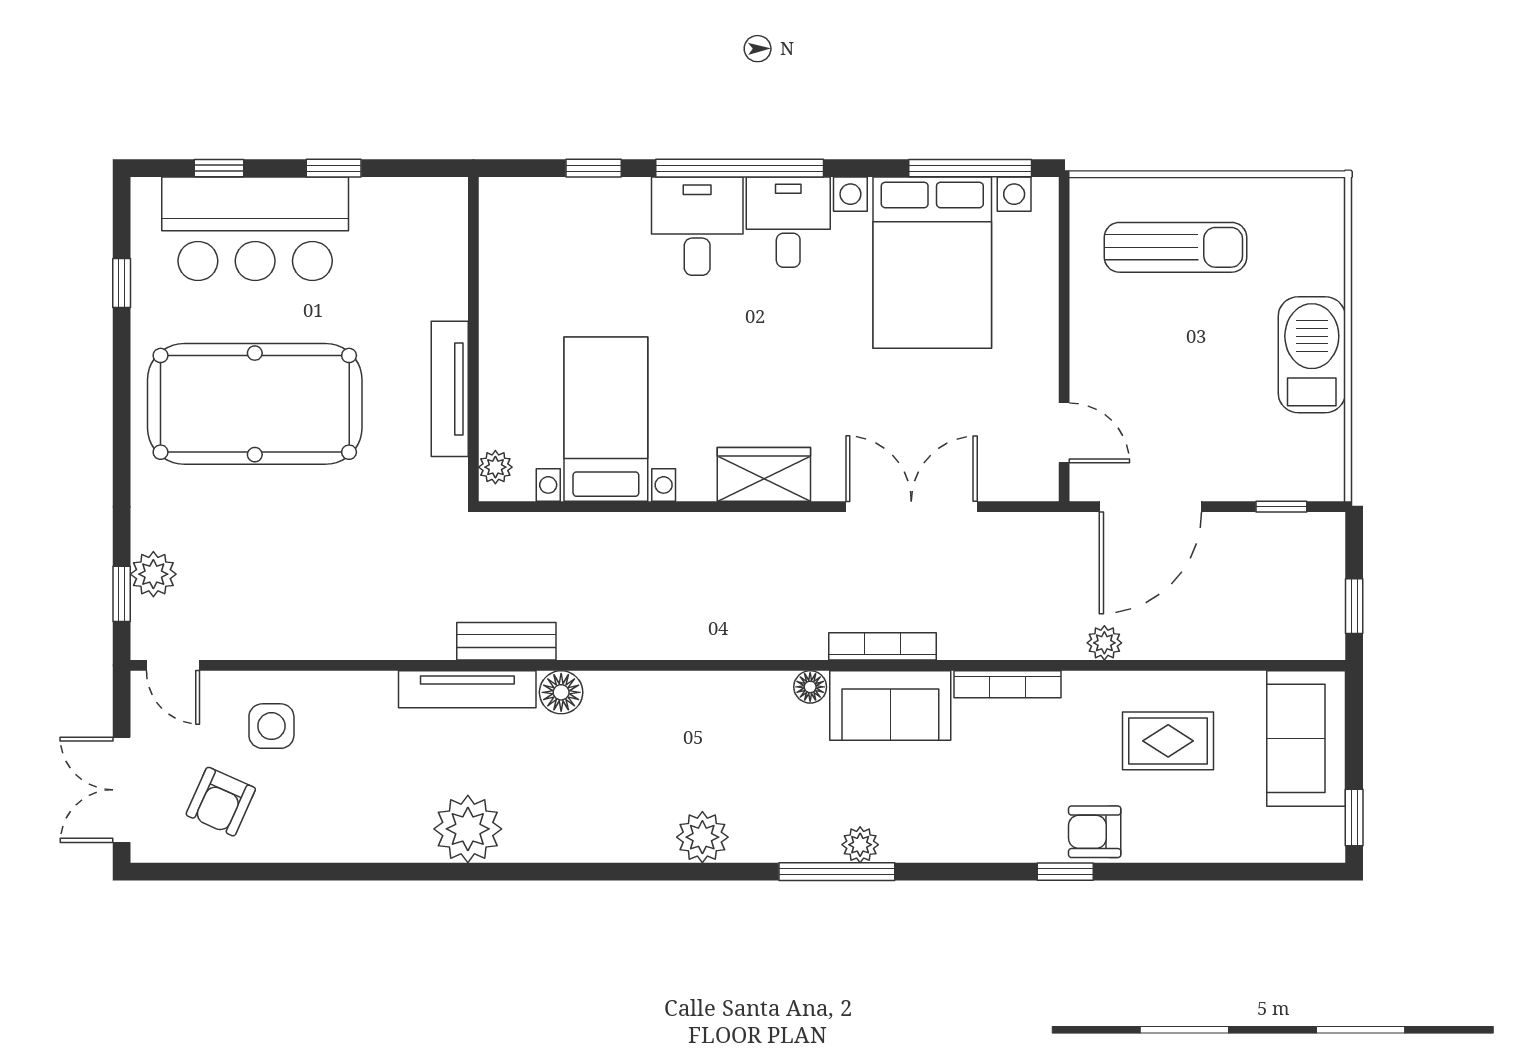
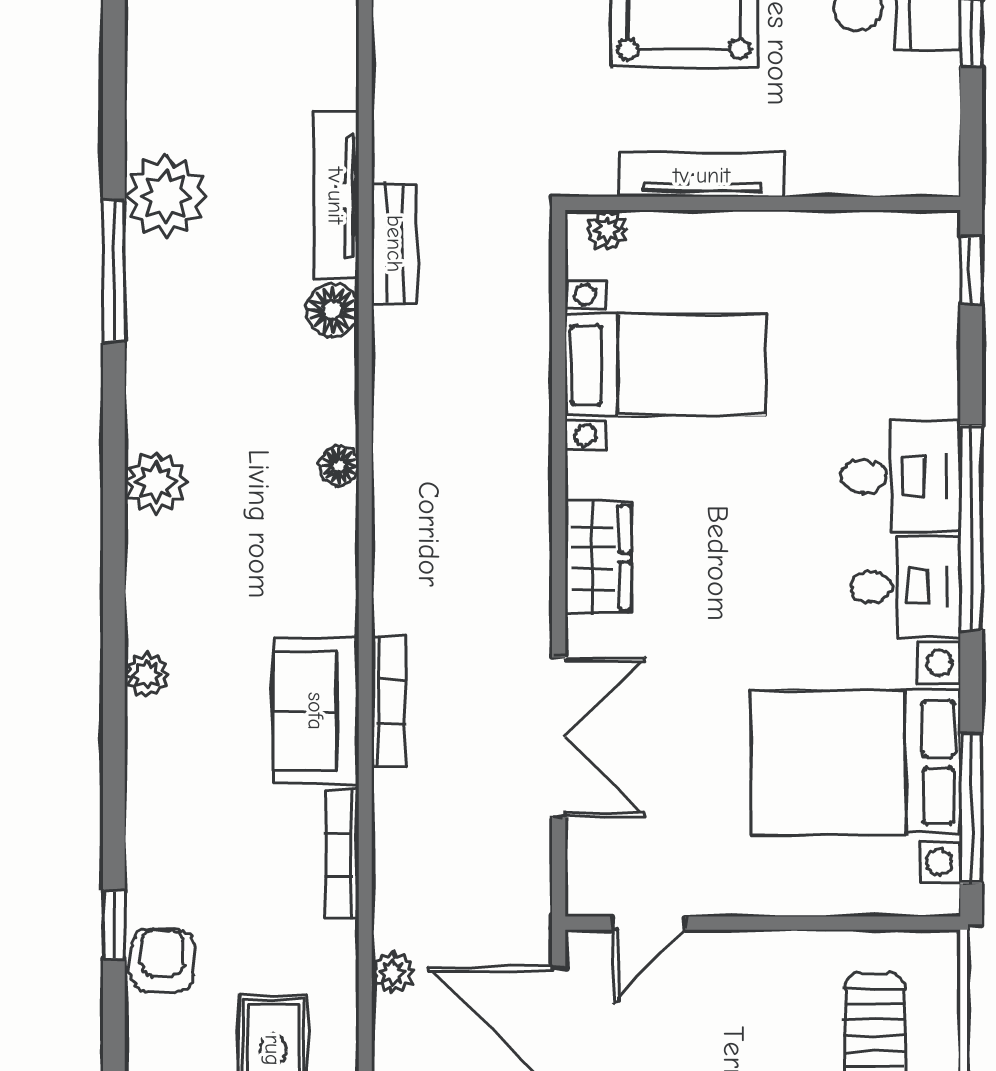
window: (594, 168) -> (971, 270), moved
floor lamp: (810, 687) -> (339, 466), moved
window: (837, 872) -> (114, 271), moved

